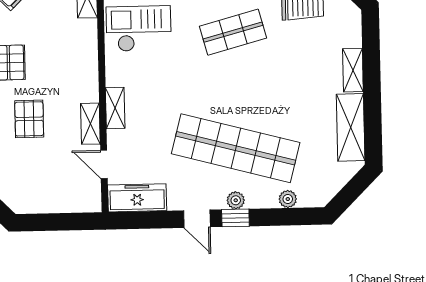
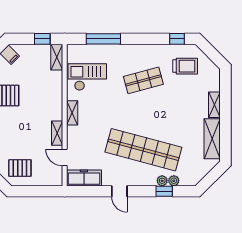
shelving: (115, 108) -> (72, 113), moved
pallet: (29, 119) -> (20, 168), moved, turned 90
plant: (236, 200) -> (162, 181), moved
window: (235, 218) -> (164, 191), moved

